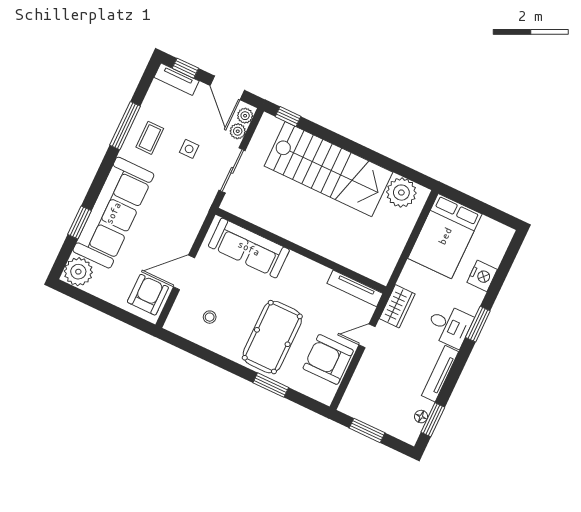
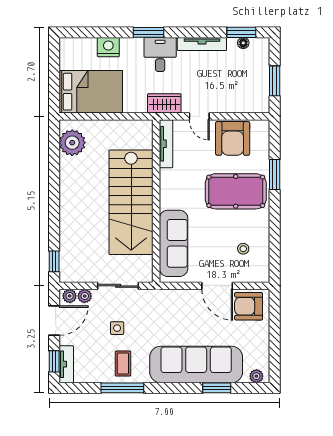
coffee table: (150, 138) -> (123, 364), turned 90
stairs: (328, 169) -> (131, 202), moved, turned 180
plant: (78, 272) -> (256, 376), width x0.53, depth x0.53

